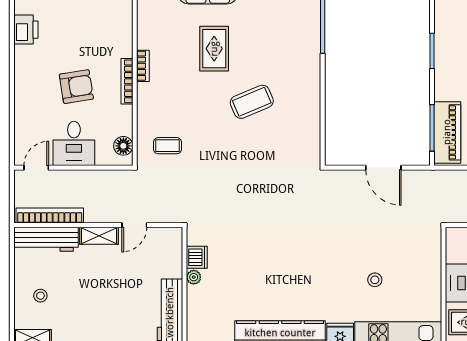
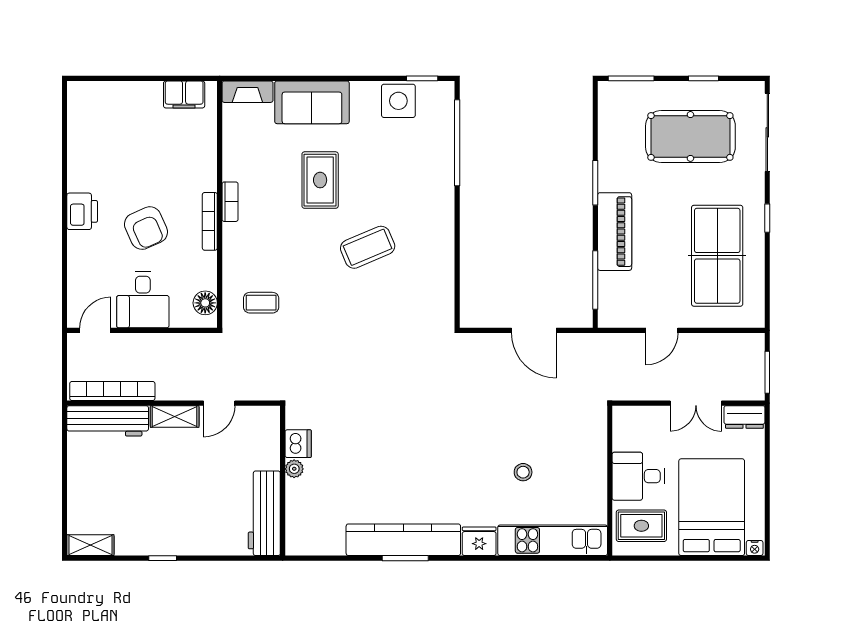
printer: (26, 30) -> (82, 211), moved
armchair: (76, 87) -> (146, 228), turned 75
piano: (447, 132) -> (615, 232), moved
stool: (40, 296) -> (101, 492), removed

